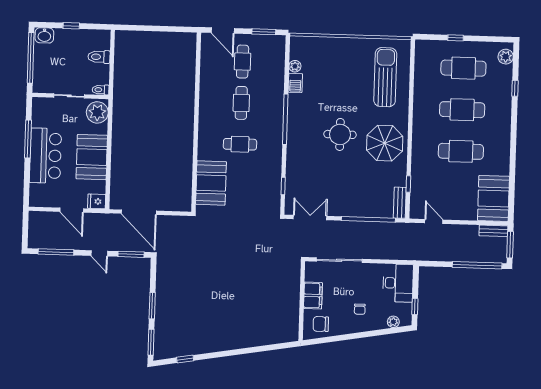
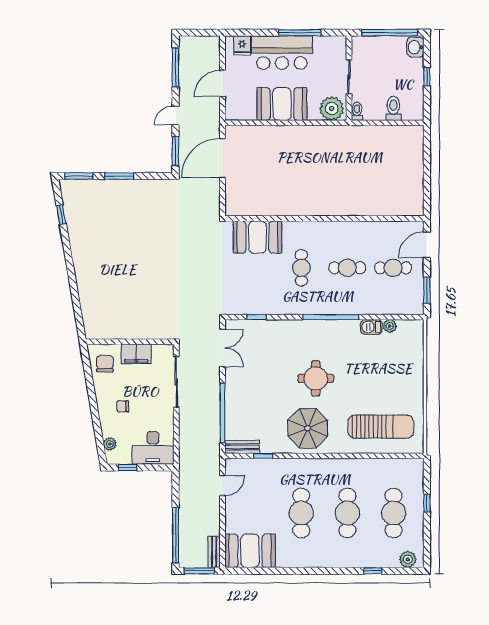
fridge: (97, 201) -> (242, 45), moved, turned 180

